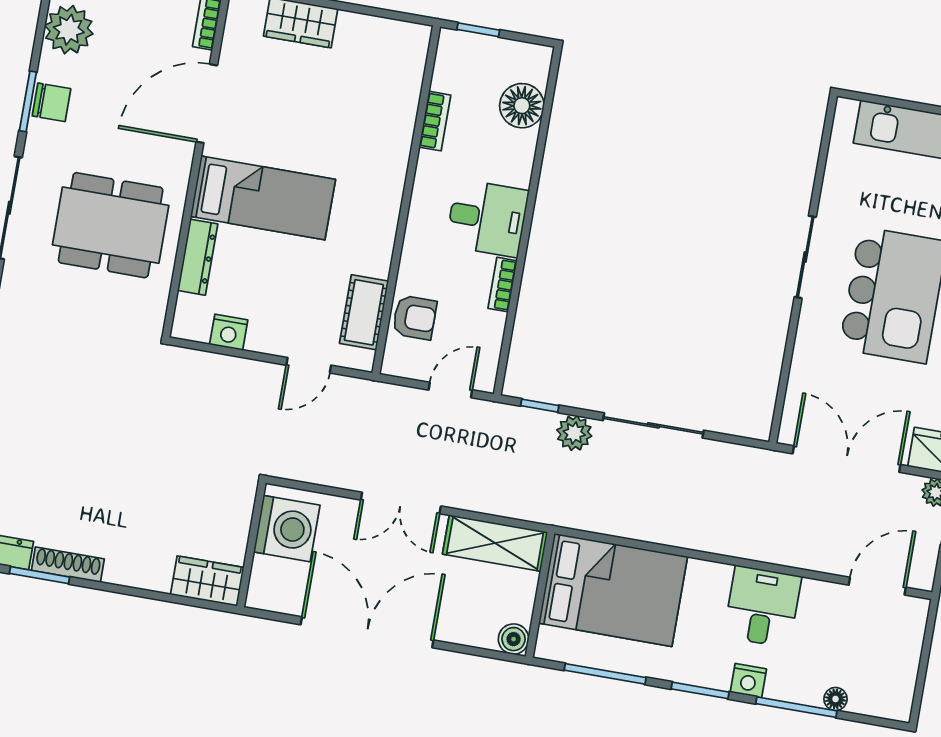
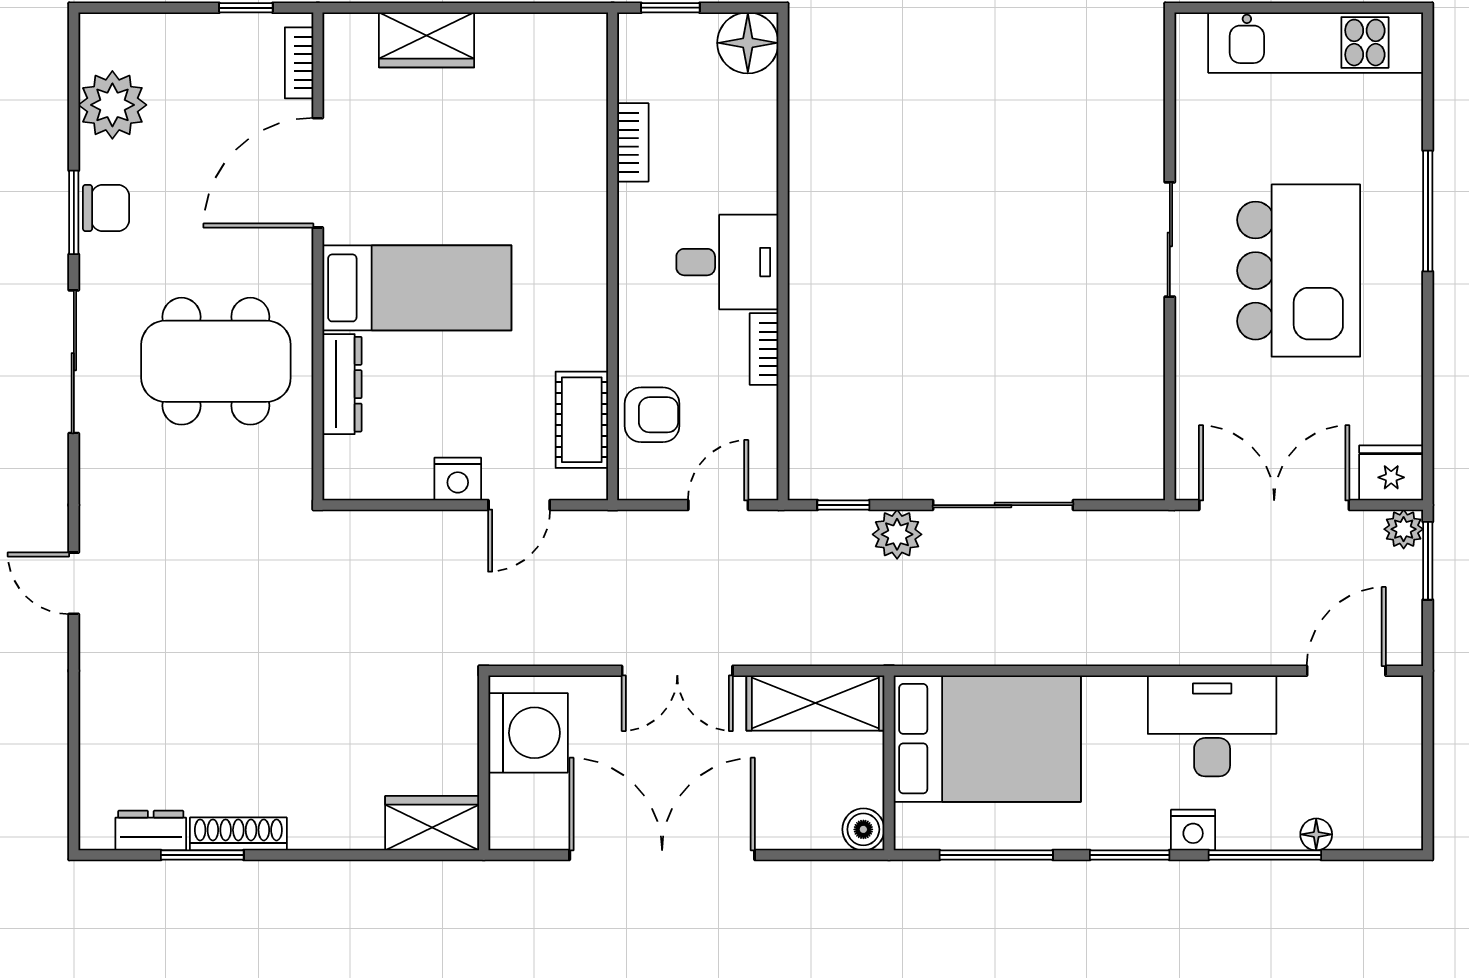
floor lamp: (522, 106) -> (748, 43), moved
nightstand: (229, 332) -> (458, 479), moved
desk: (762, 607) -> (1212, 726), width x1.37

